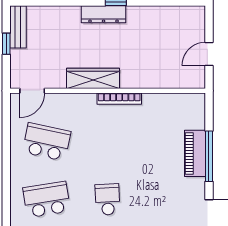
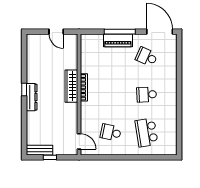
wardrobe: (93, 78) -> (71, 86), moved
school desk: (47, 142) -> (111, 132), width x0.54
school desk: (169, 199) -> (147, 57), added

